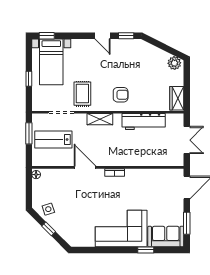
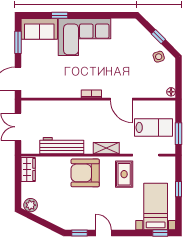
armchair: (121, 95) -> (85, 173), width x1.88, depth x1.88

